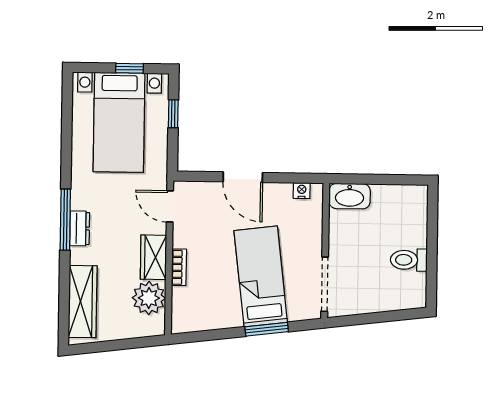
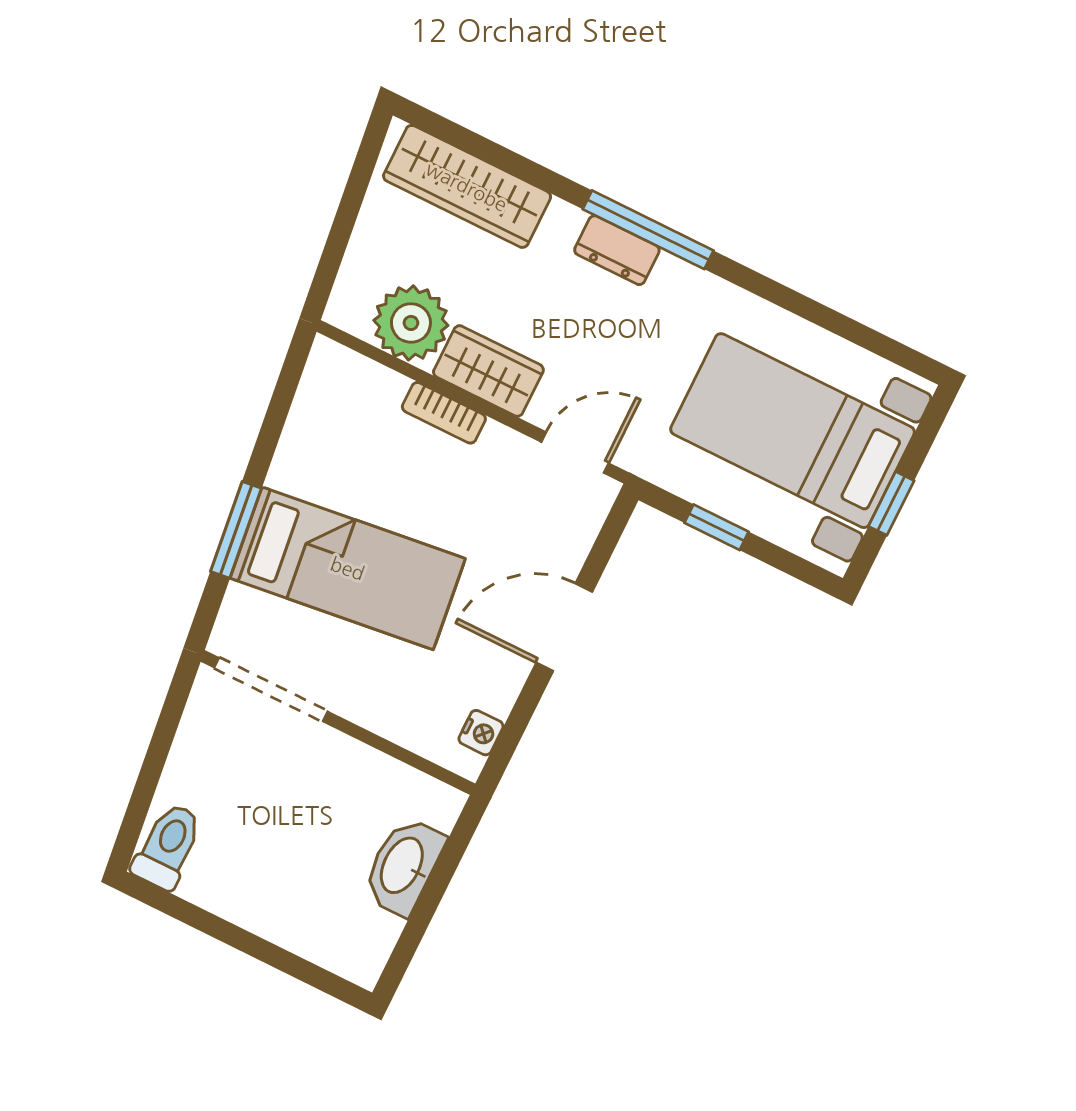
window: (173, 114) -> (717, 527), moved
washbasin: (350, 196) -> (403, 866), moved
toilet: (409, 260) -> (168, 846), moved

